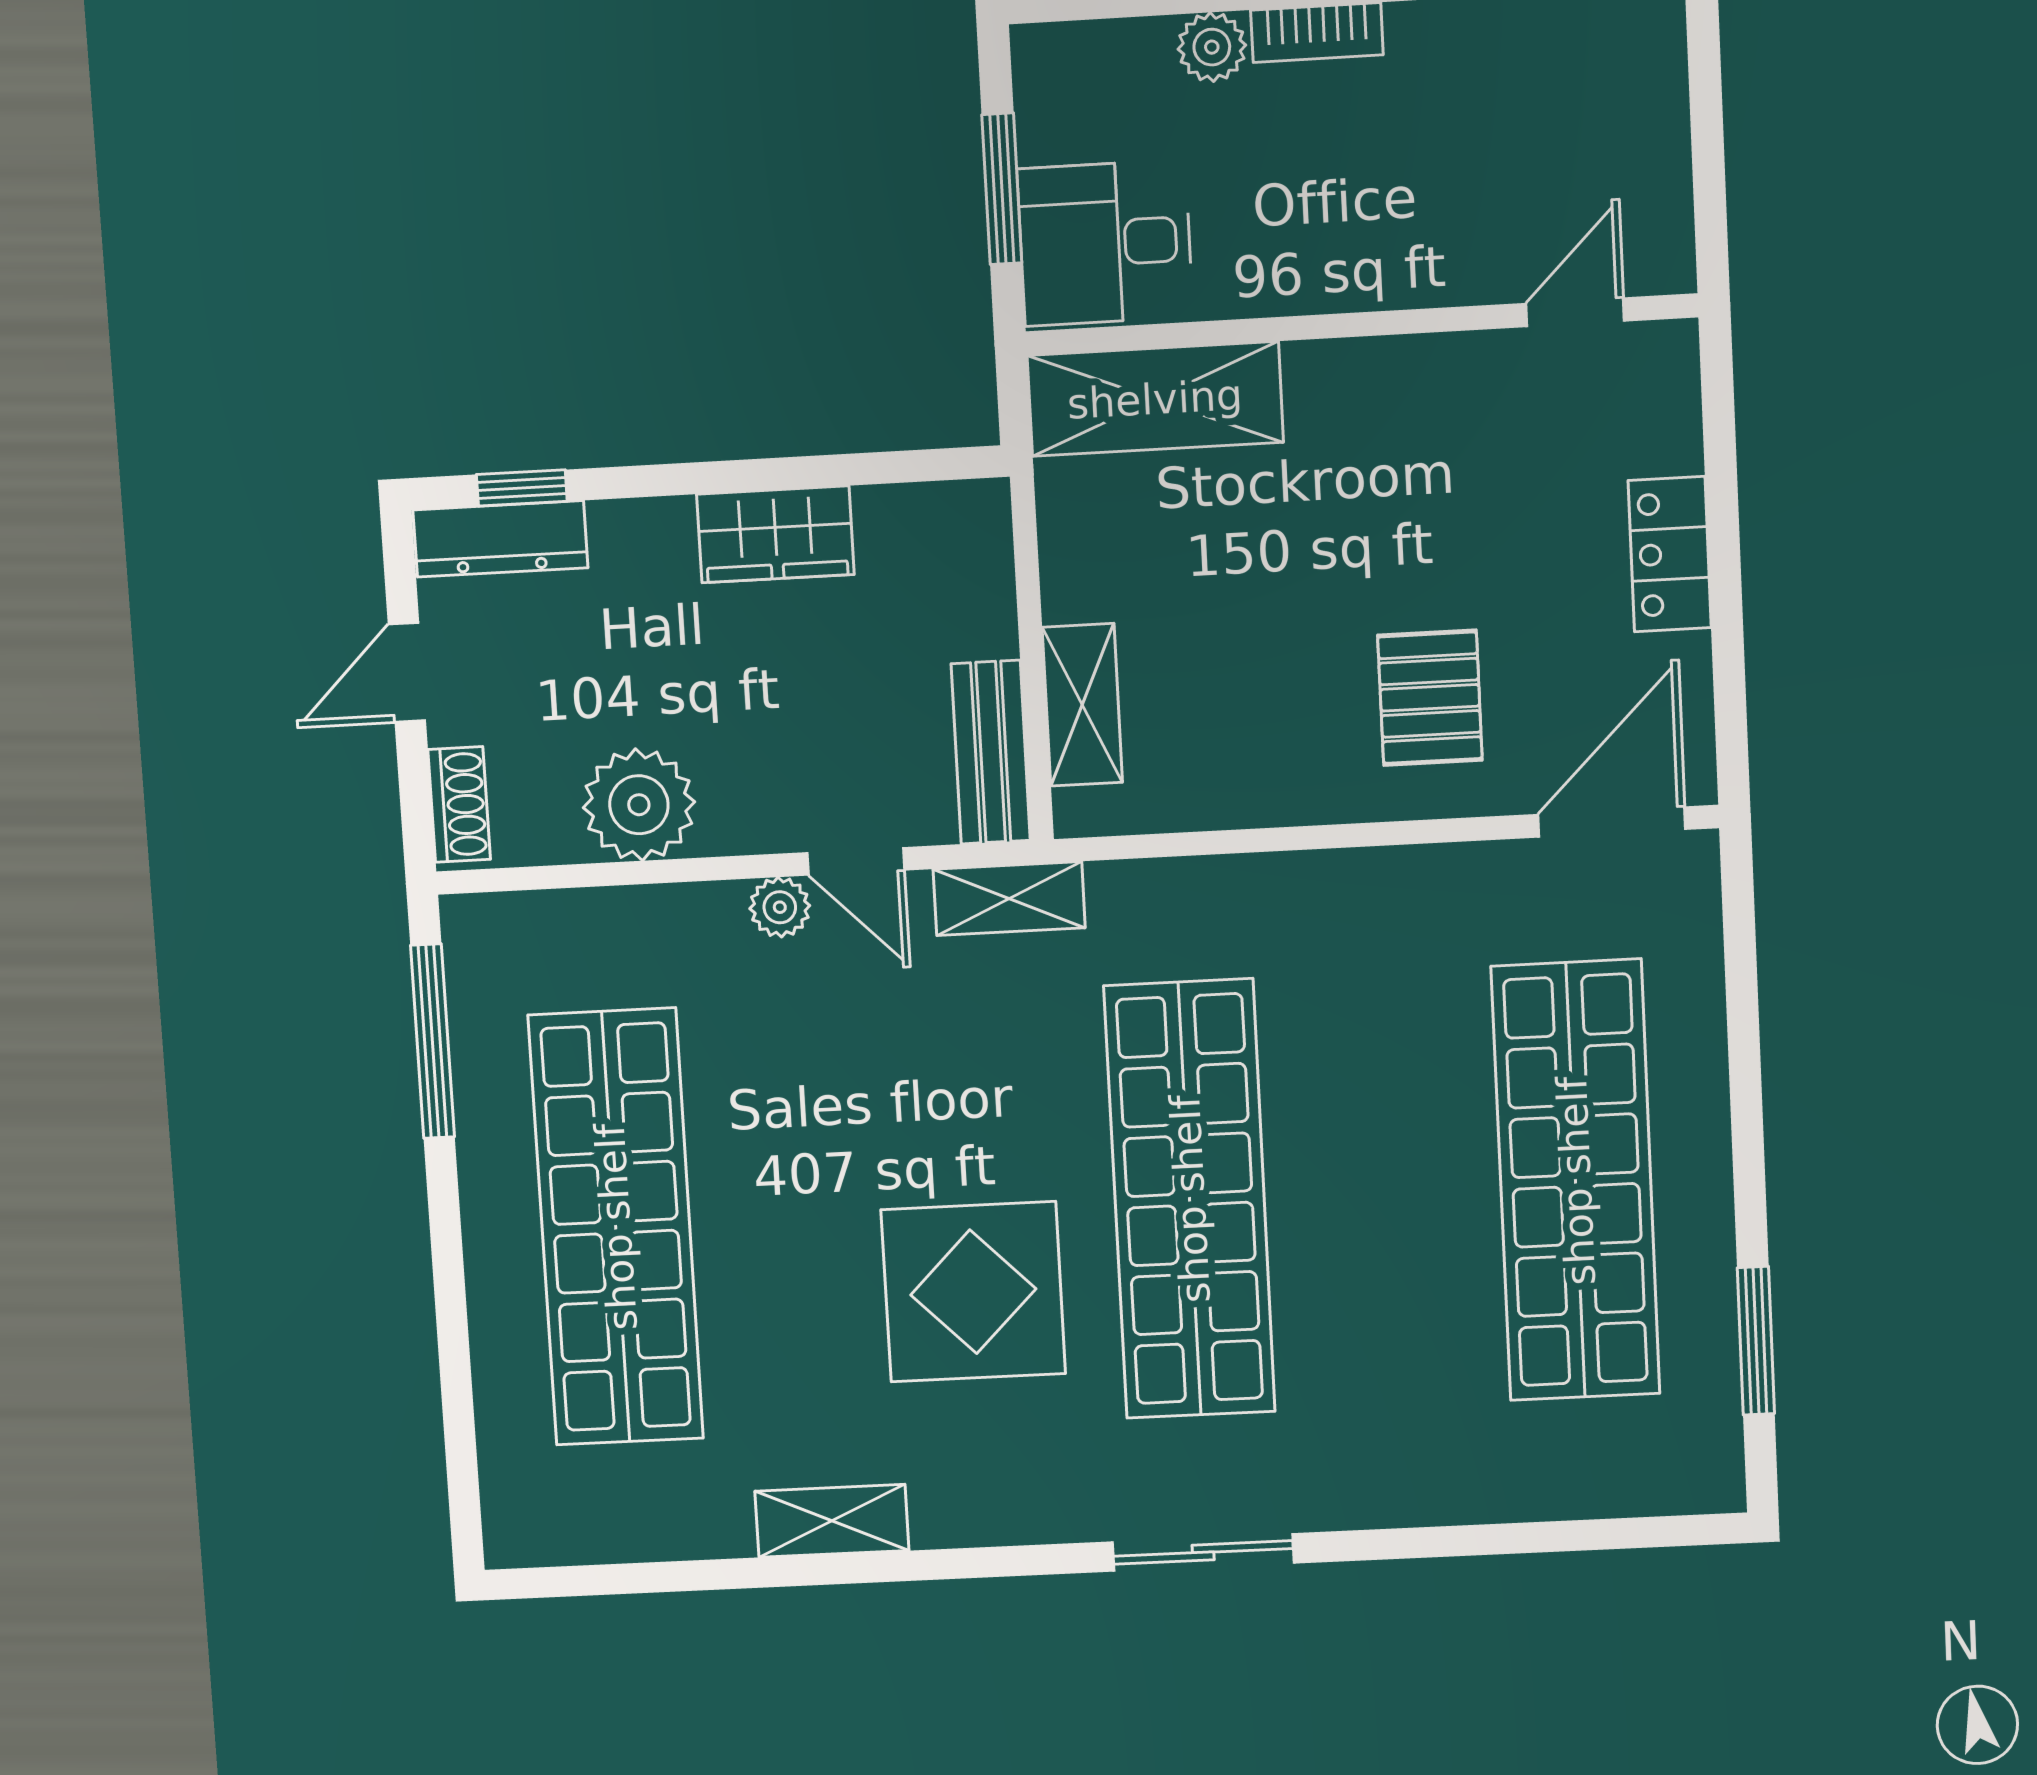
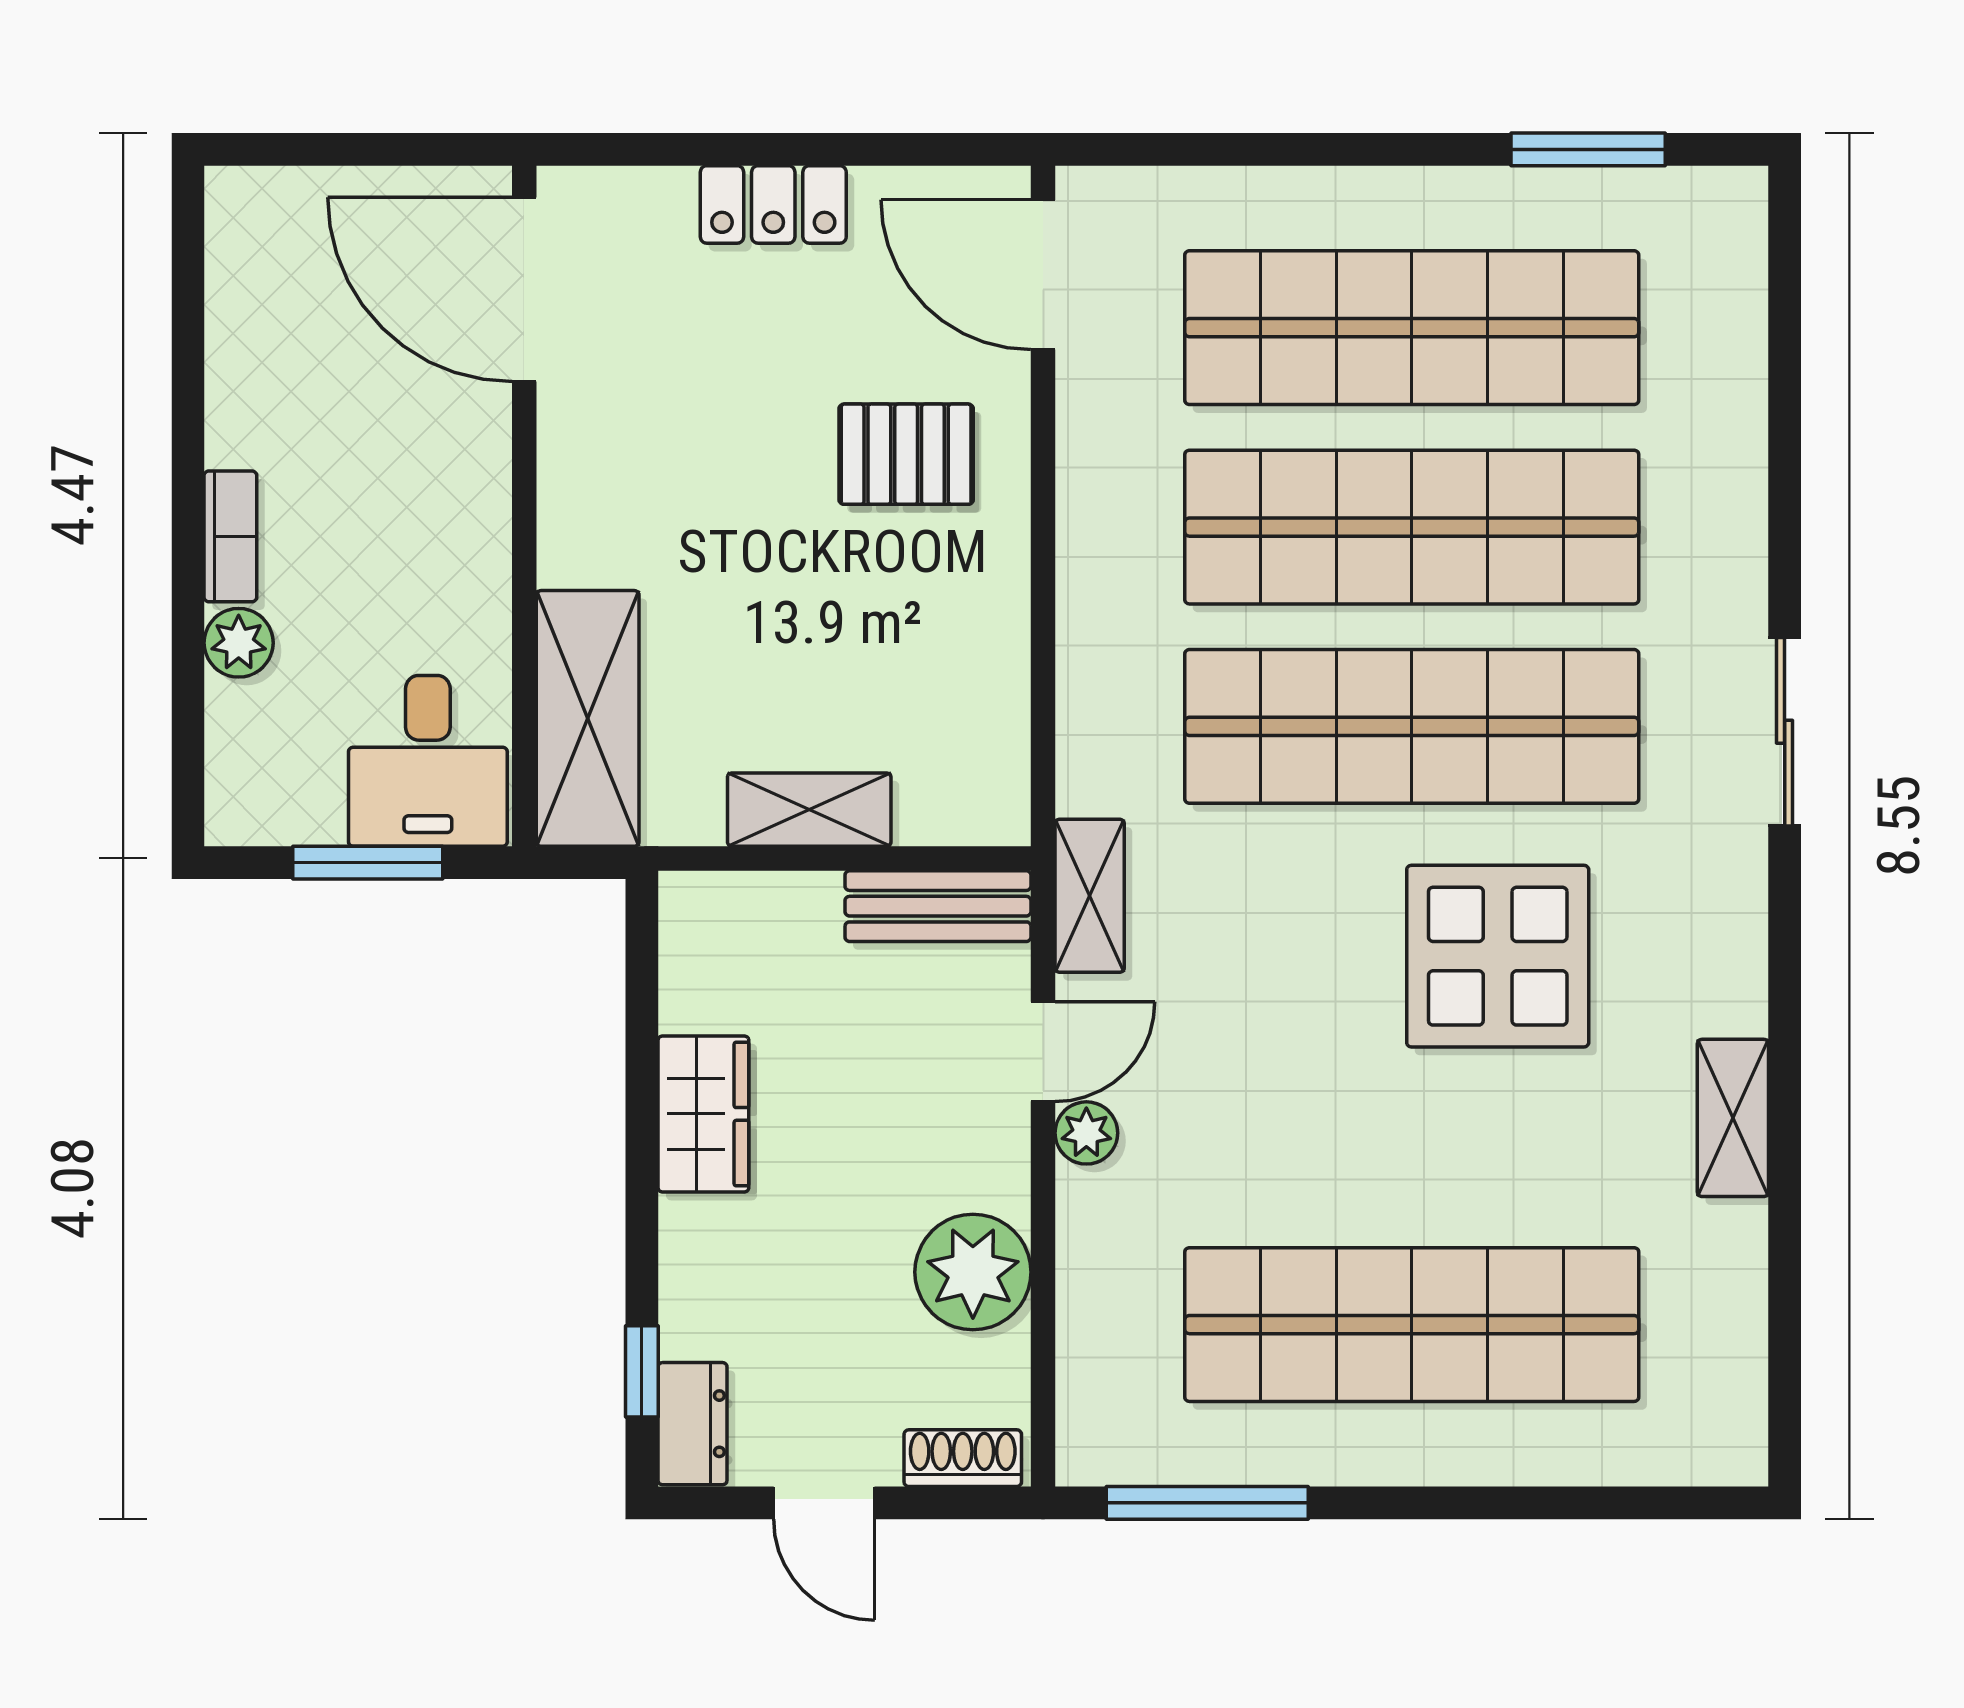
door: (1575, 312) -> (524, 290), width x1.87
dresser: (500, 539) -> (693, 1424), width x0.70
shelving: (1082, 705) -> (809, 810), moved
shop shelf: (1382, 1190) -> (1412, 527), added

